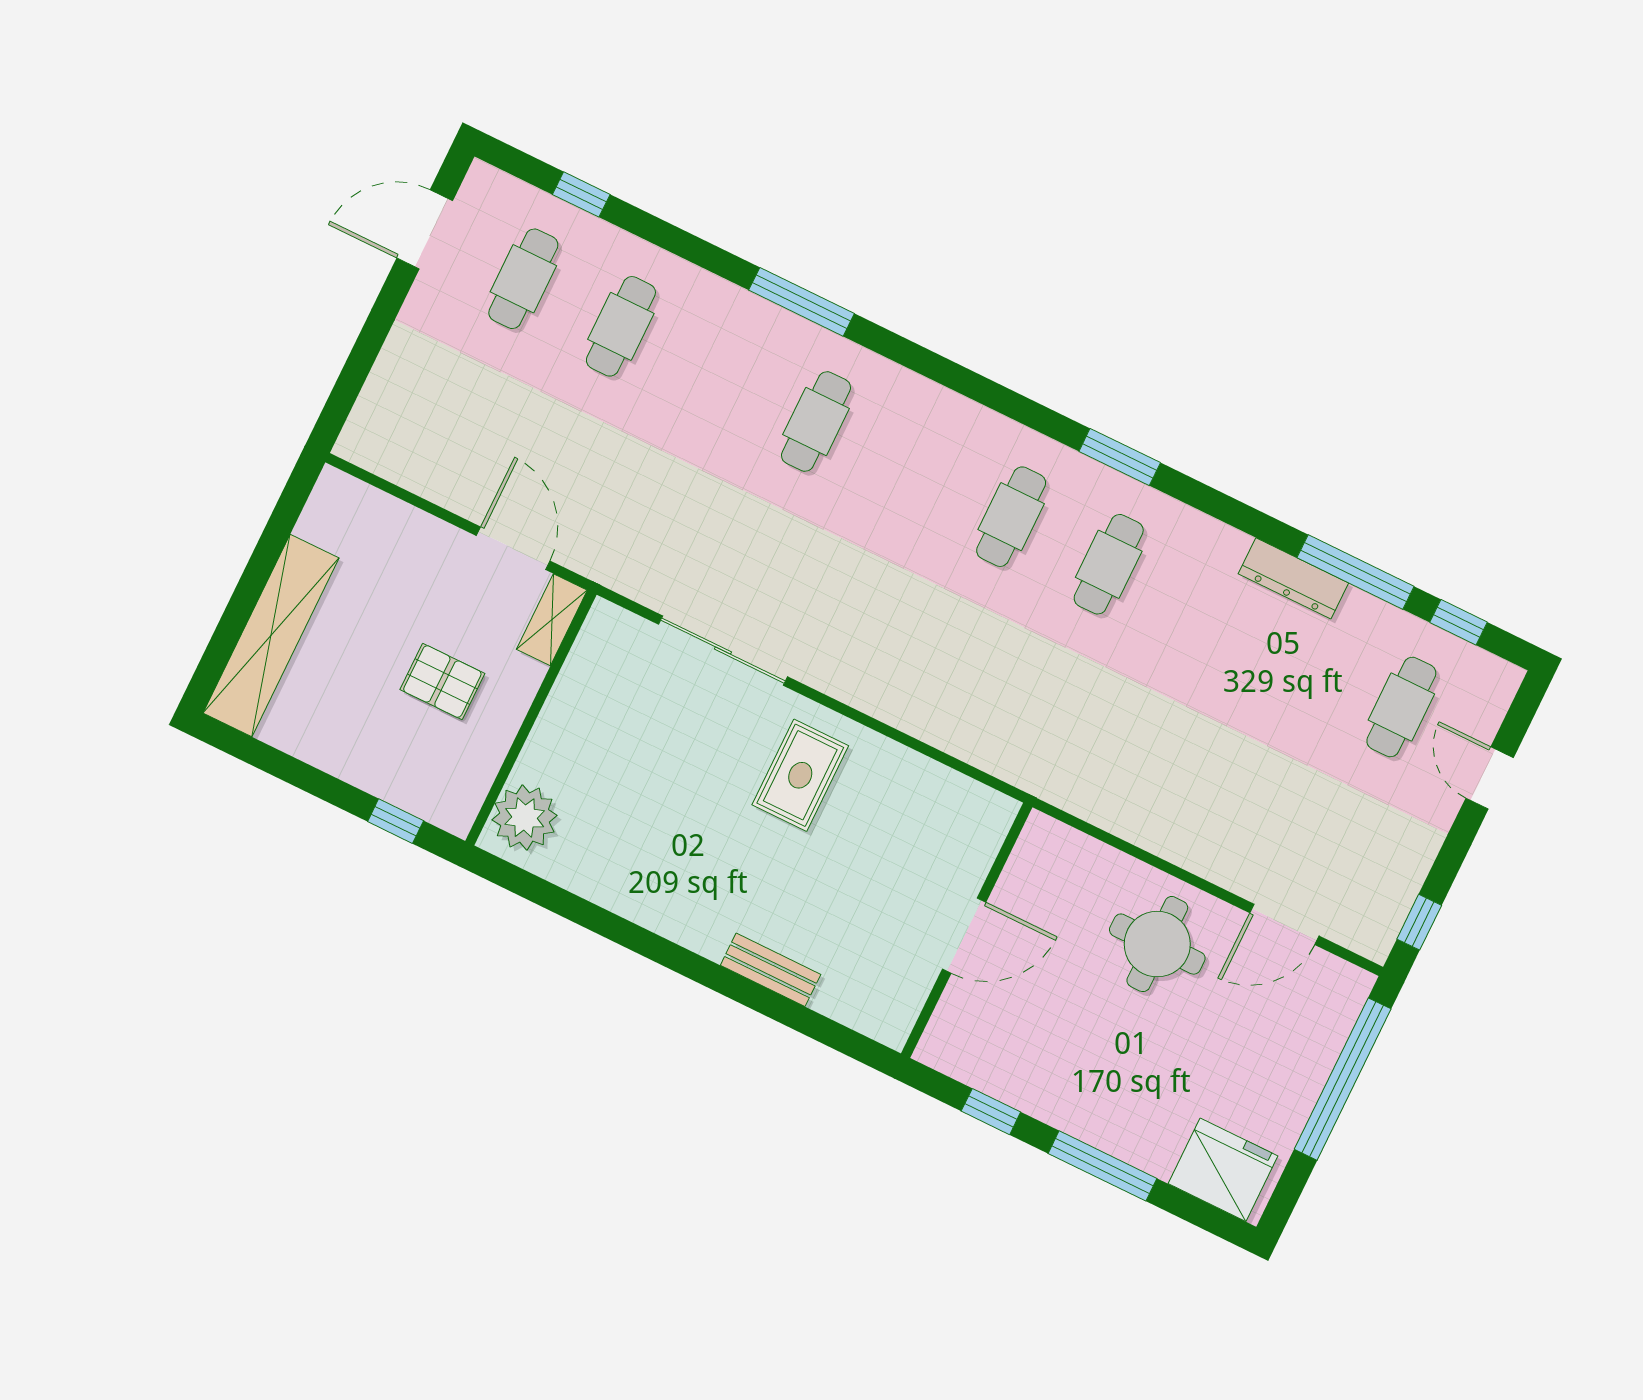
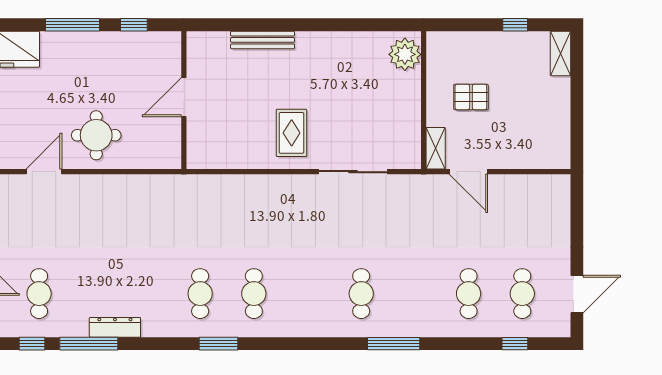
shelving: (271, 635) -> (560, 53), width x0.45, depth x0.75
window: (396, 821) -> (515, 25), moved
bench: (771, 970) -> (263, 40), width x1.36

